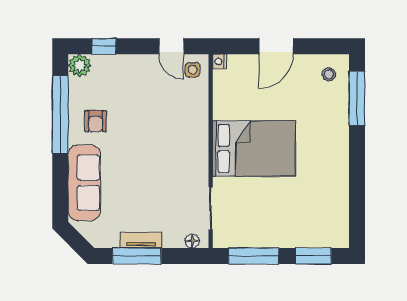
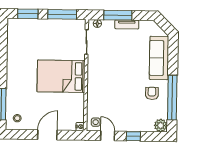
window: (104, 46) -> (133, 136), moved
window: (137, 256) -> (118, 15), moved

